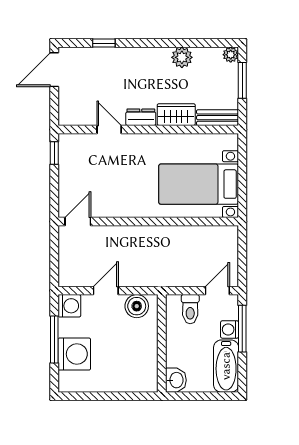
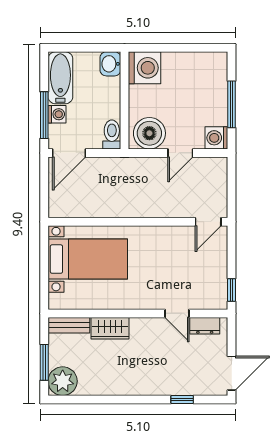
plant: (231, 55) -> (63, 381), width x1.88, depth x1.88
plant: (182, 57) -> (104, 385), removed
dresser: (141, 117) -> (205, 326), moved
door: (217, 291) -> (69, 153), width x1.38
boiler: (137, 306) -> (149, 133), width x1.37, depth x1.37
toilet: (190, 309) -> (112, 134), moved
washing machine: (74, 354) -> (145, 68), moved, turned 180

